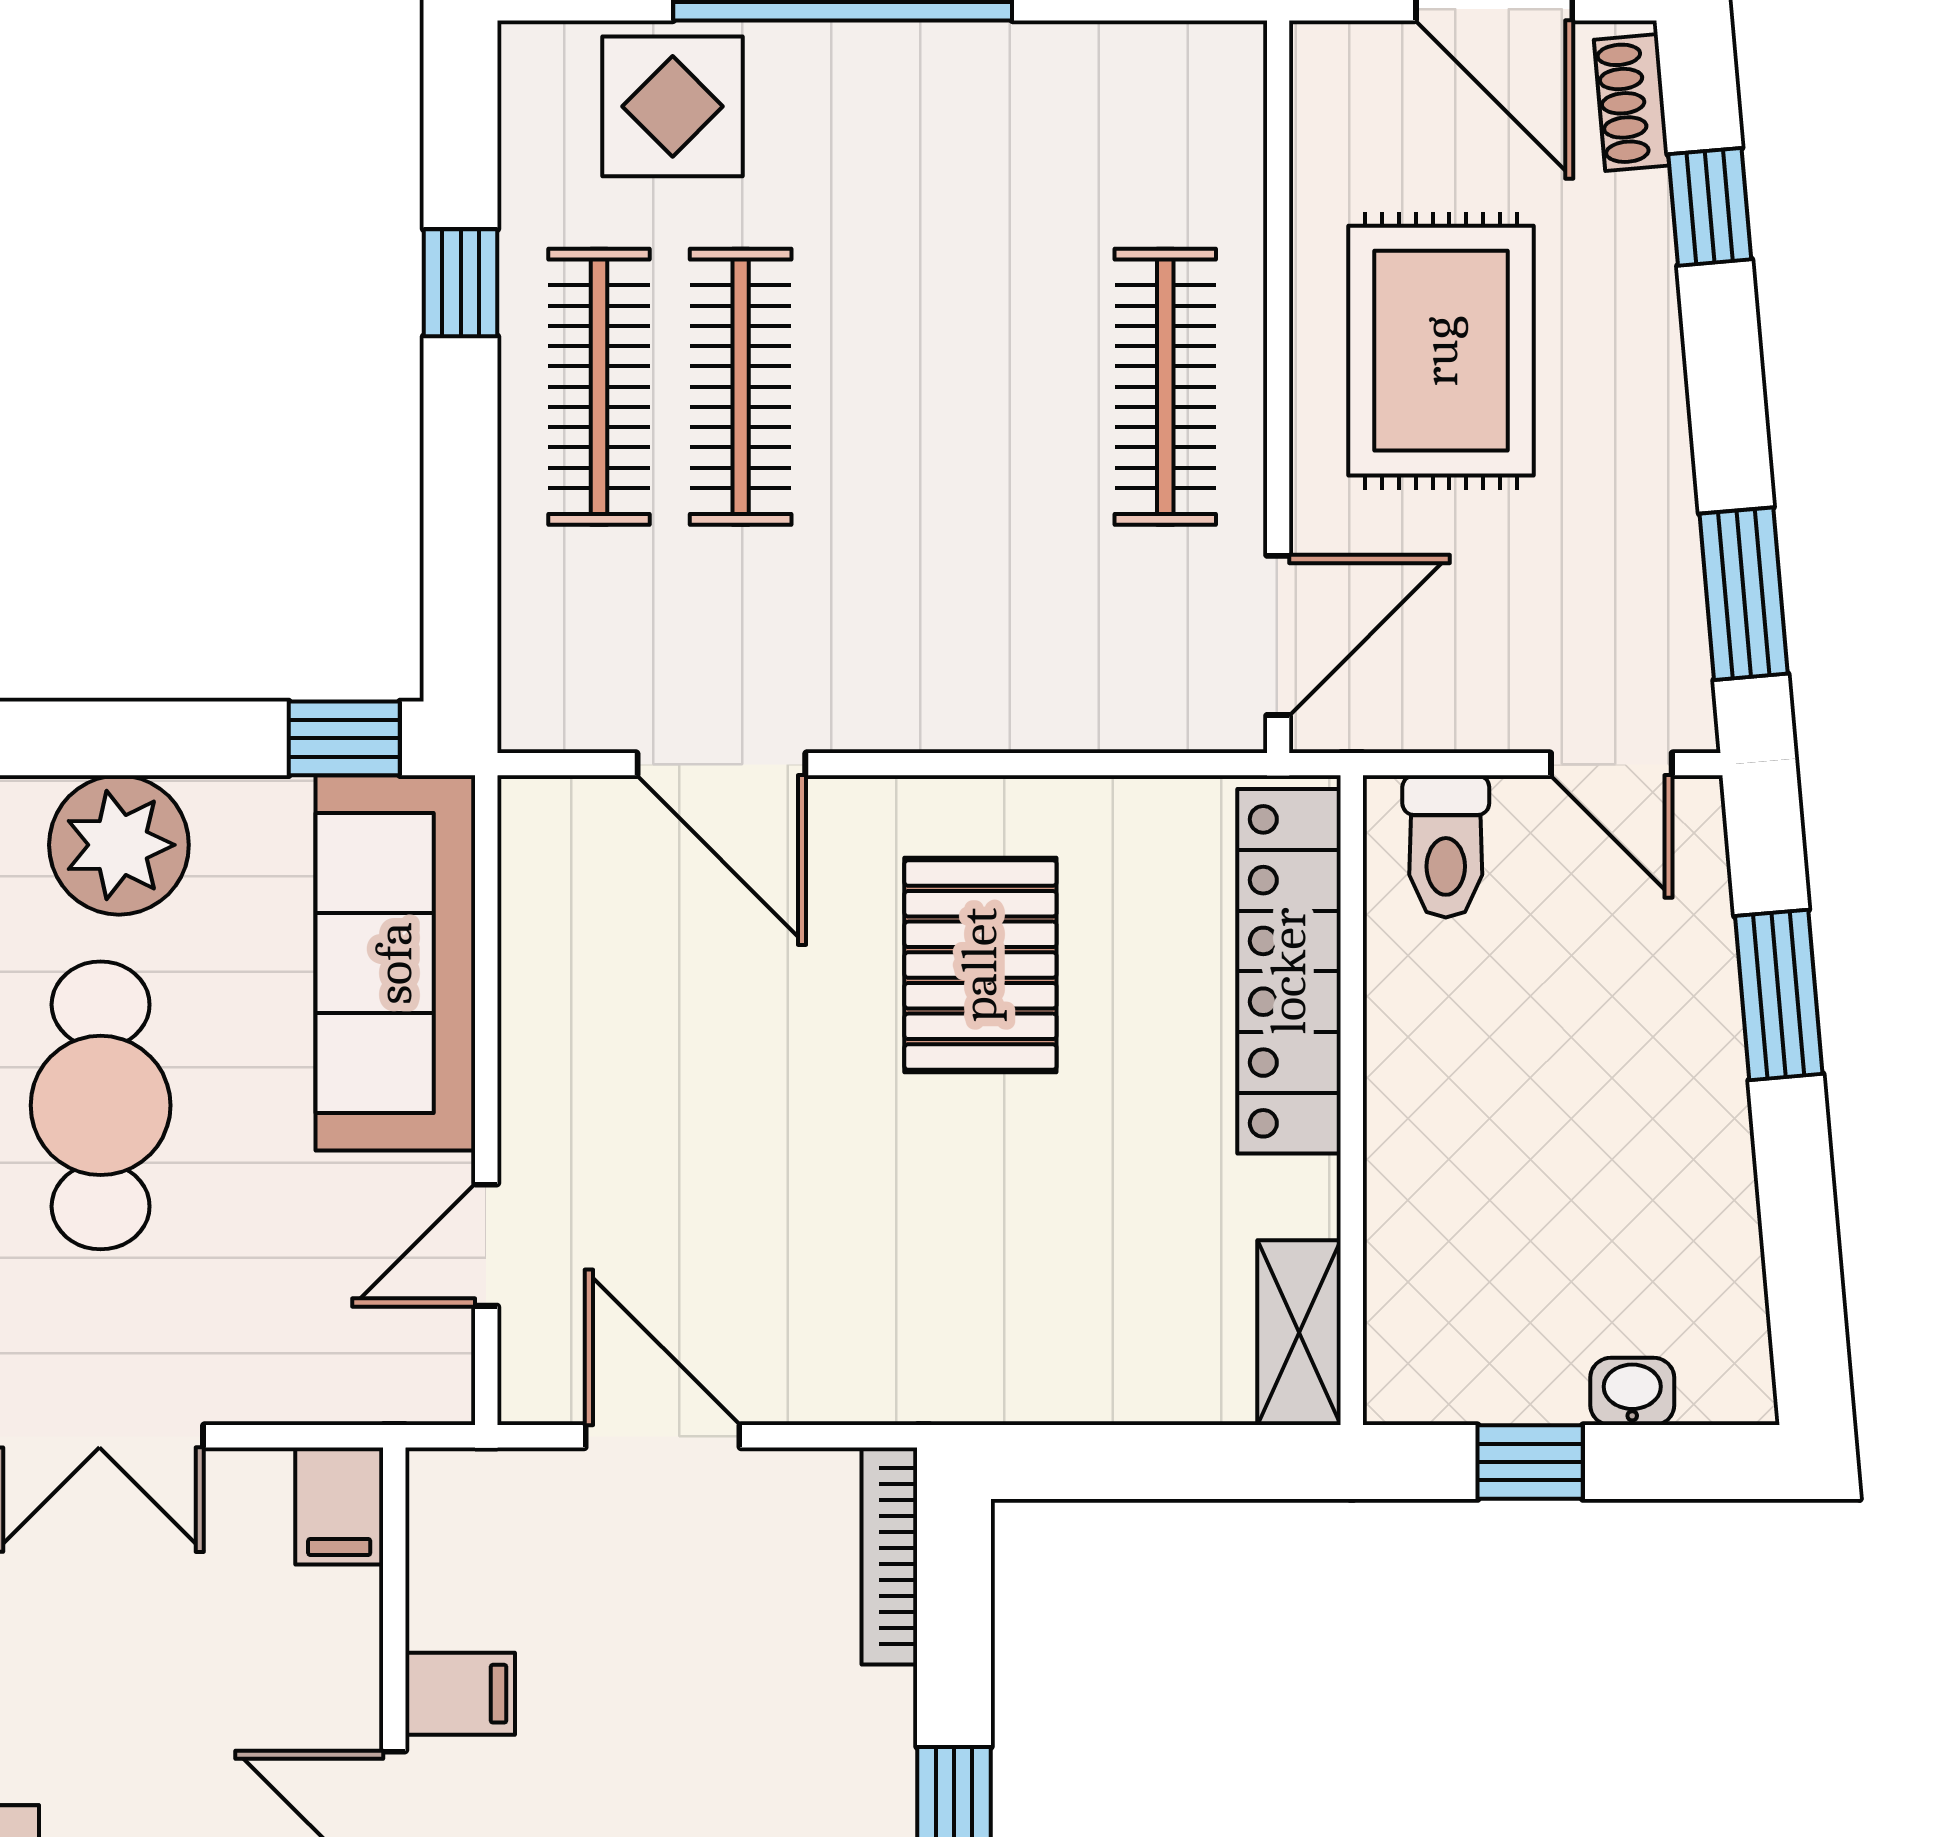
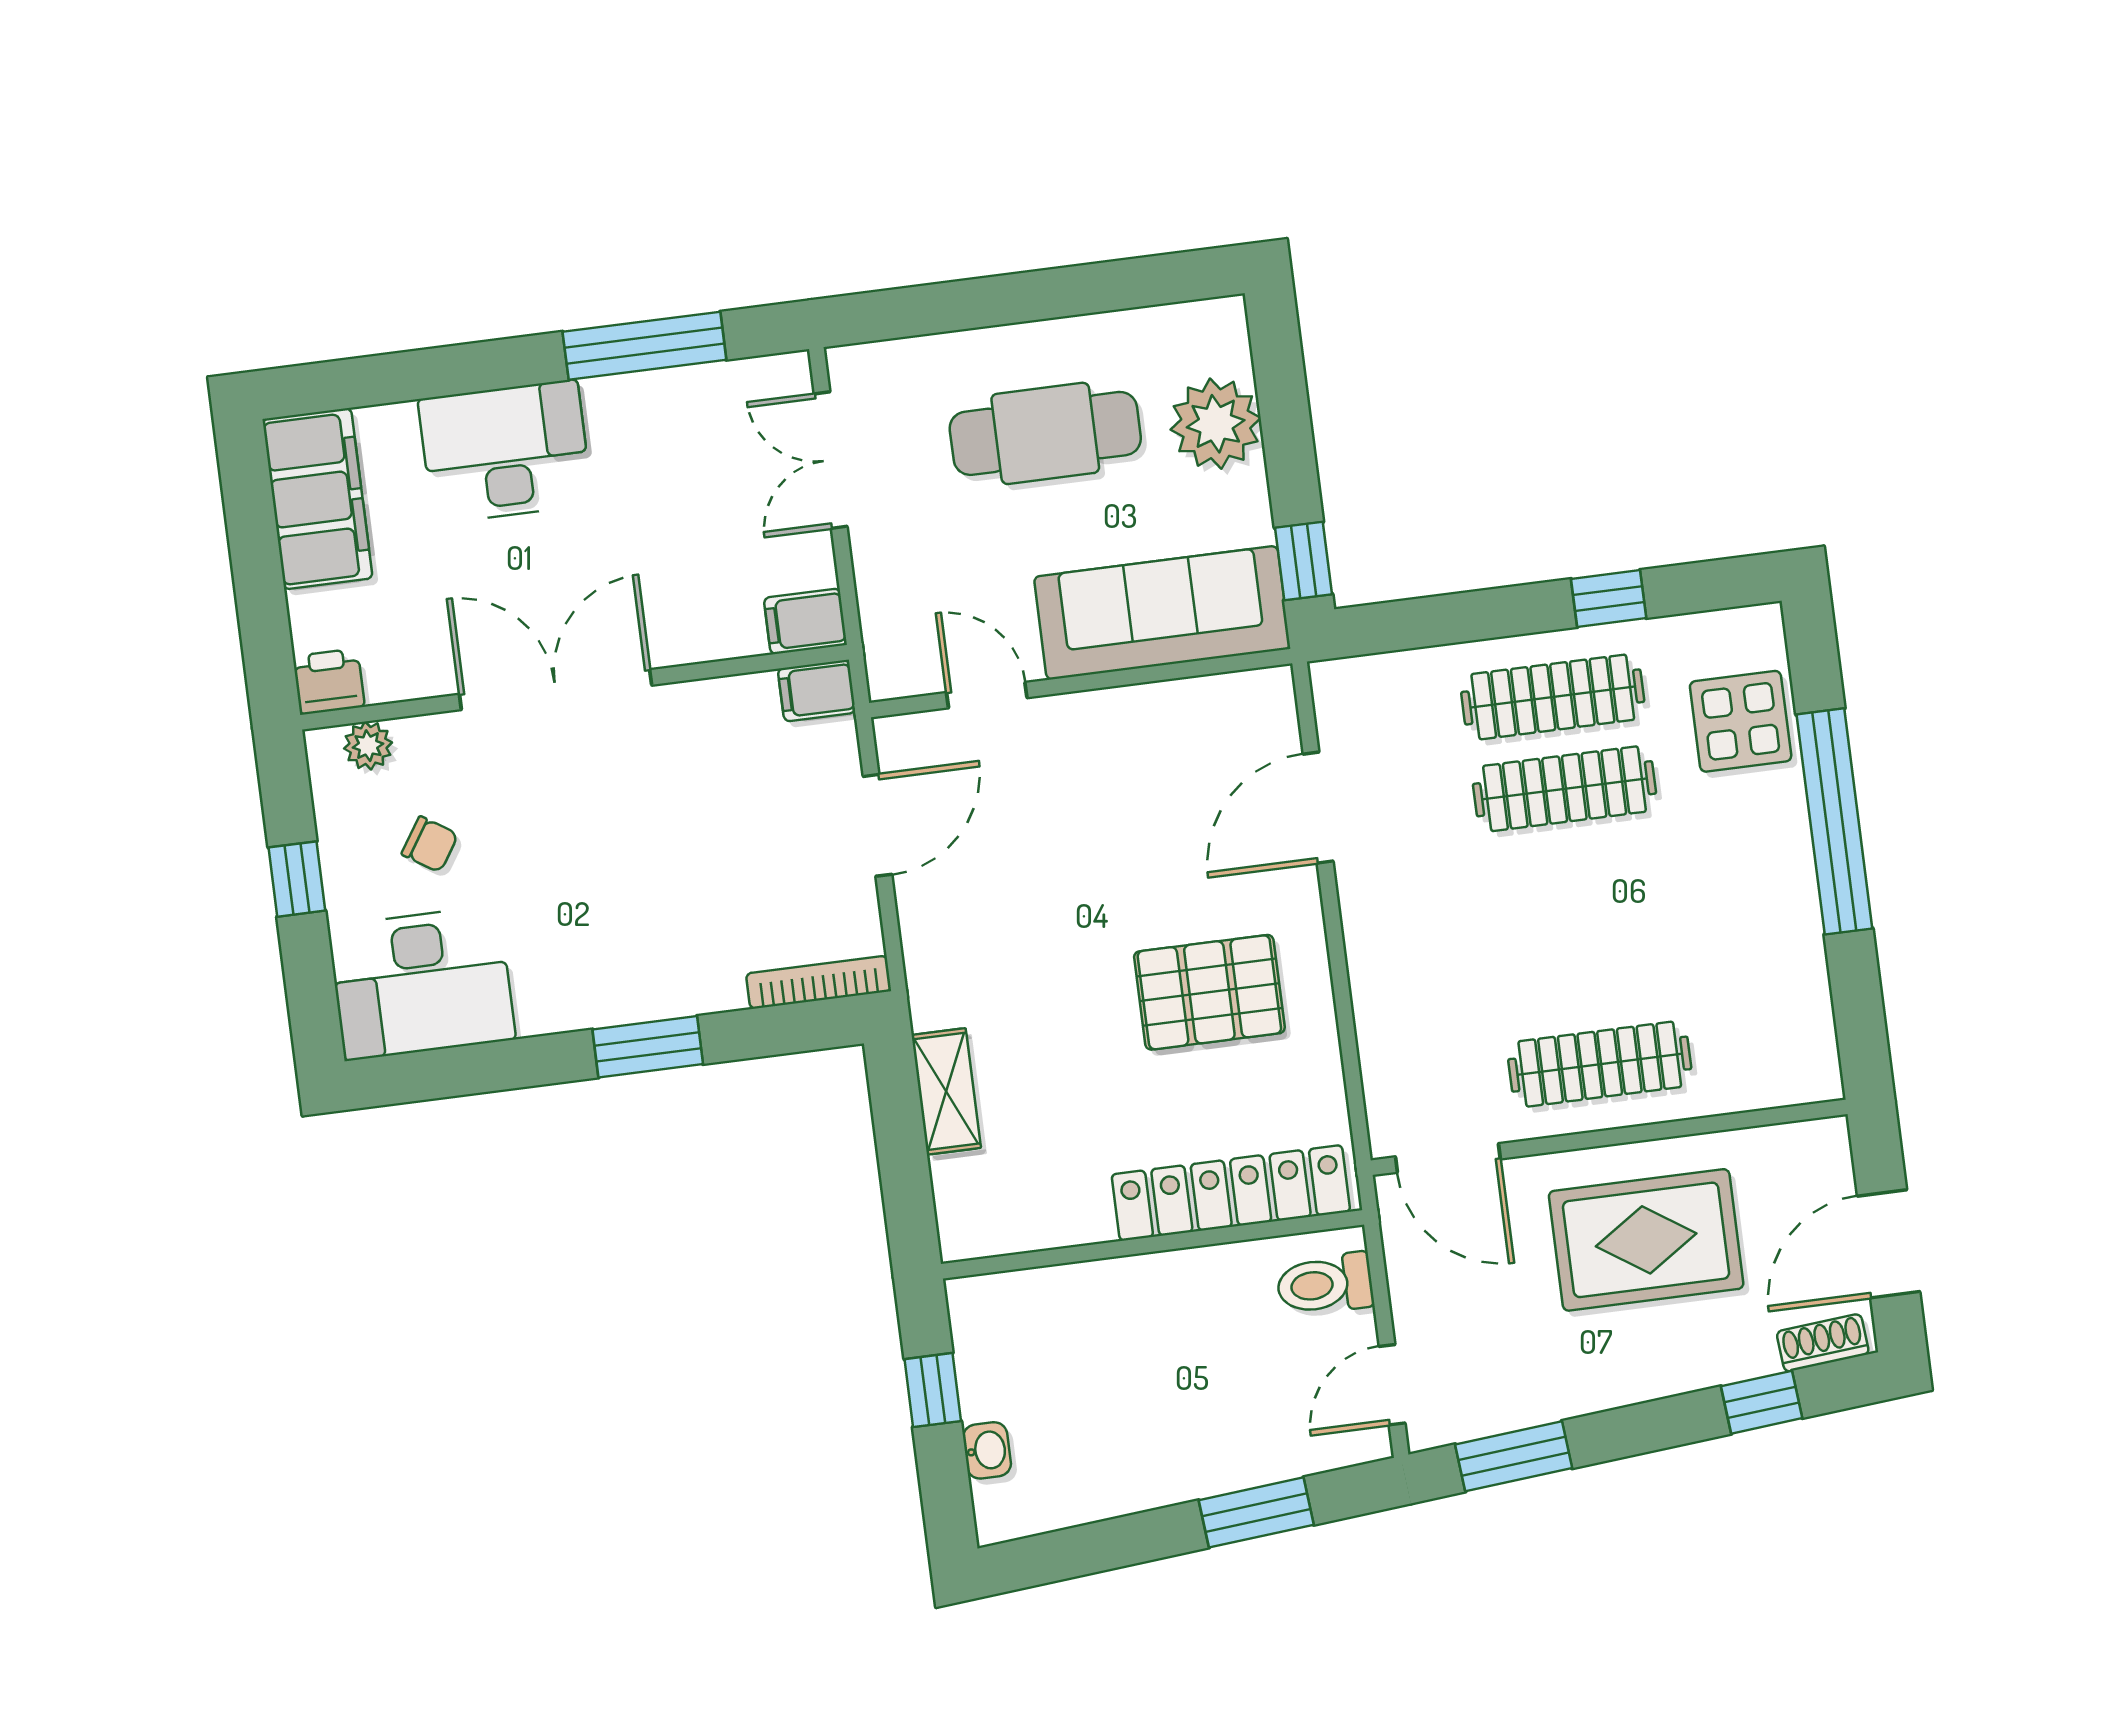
shelving: (1299, 1333) -> (946, 1091), moved, turned 90
filing cabinet: (460, 1694) -> (817, 691), moved, turned 90

